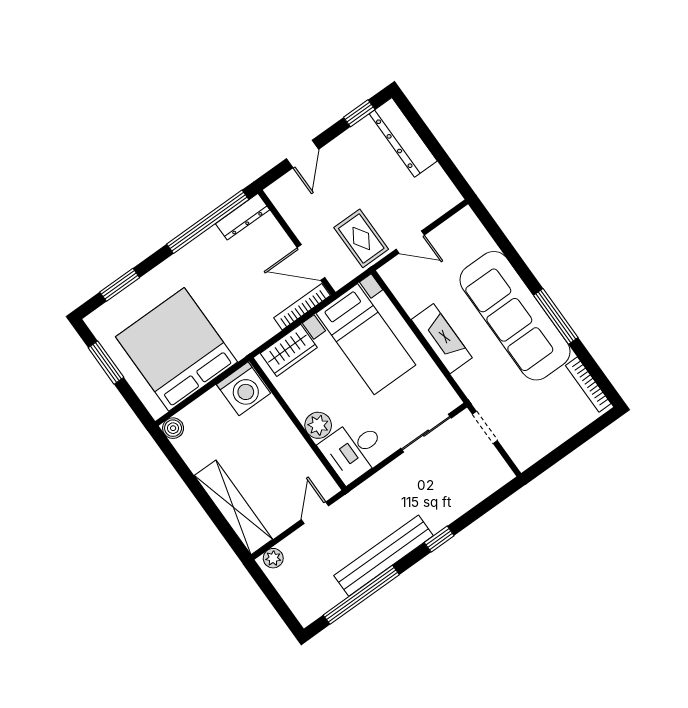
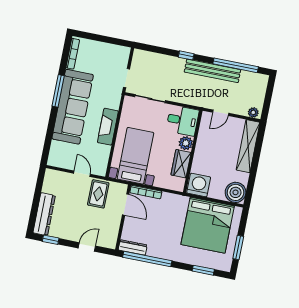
wardrobe: (289, 350) -> (181, 164), moved, turned -90
boiler: (173, 428) -> (236, 192), width x1.86, depth x1.86

